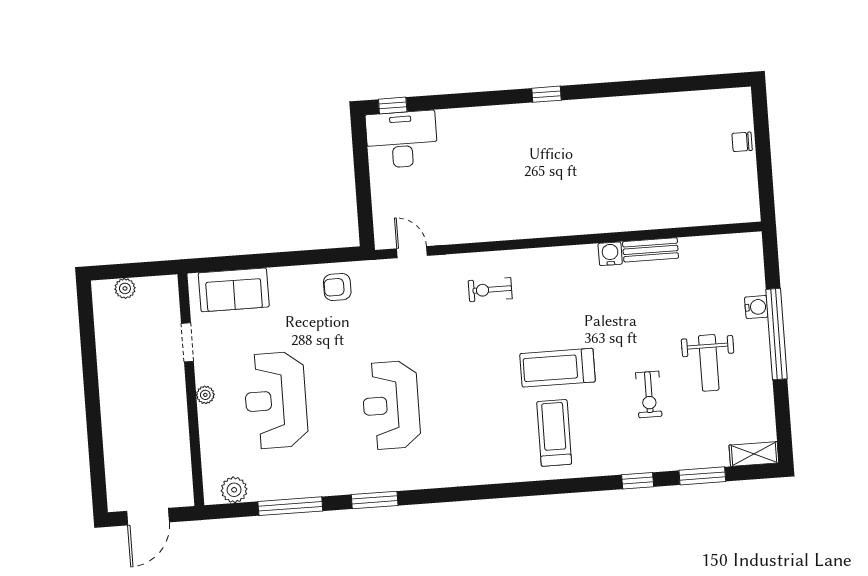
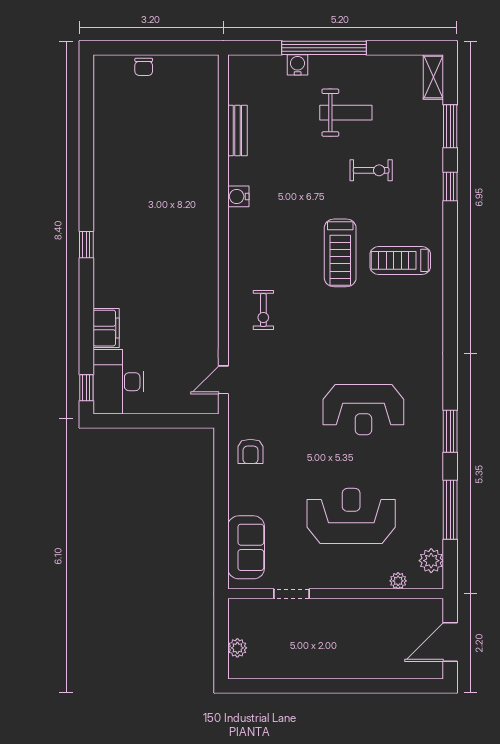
filing cabinet: (458, 122) -> (106, 328), added
bench: (651, 250) -> (237, 130), moved
plant: (205, 395) -> (398, 581), moved
reception desk: (276, 400) -> (351, 516), turned 180
door: (148, 517) -> (450, 642), swing flipped

